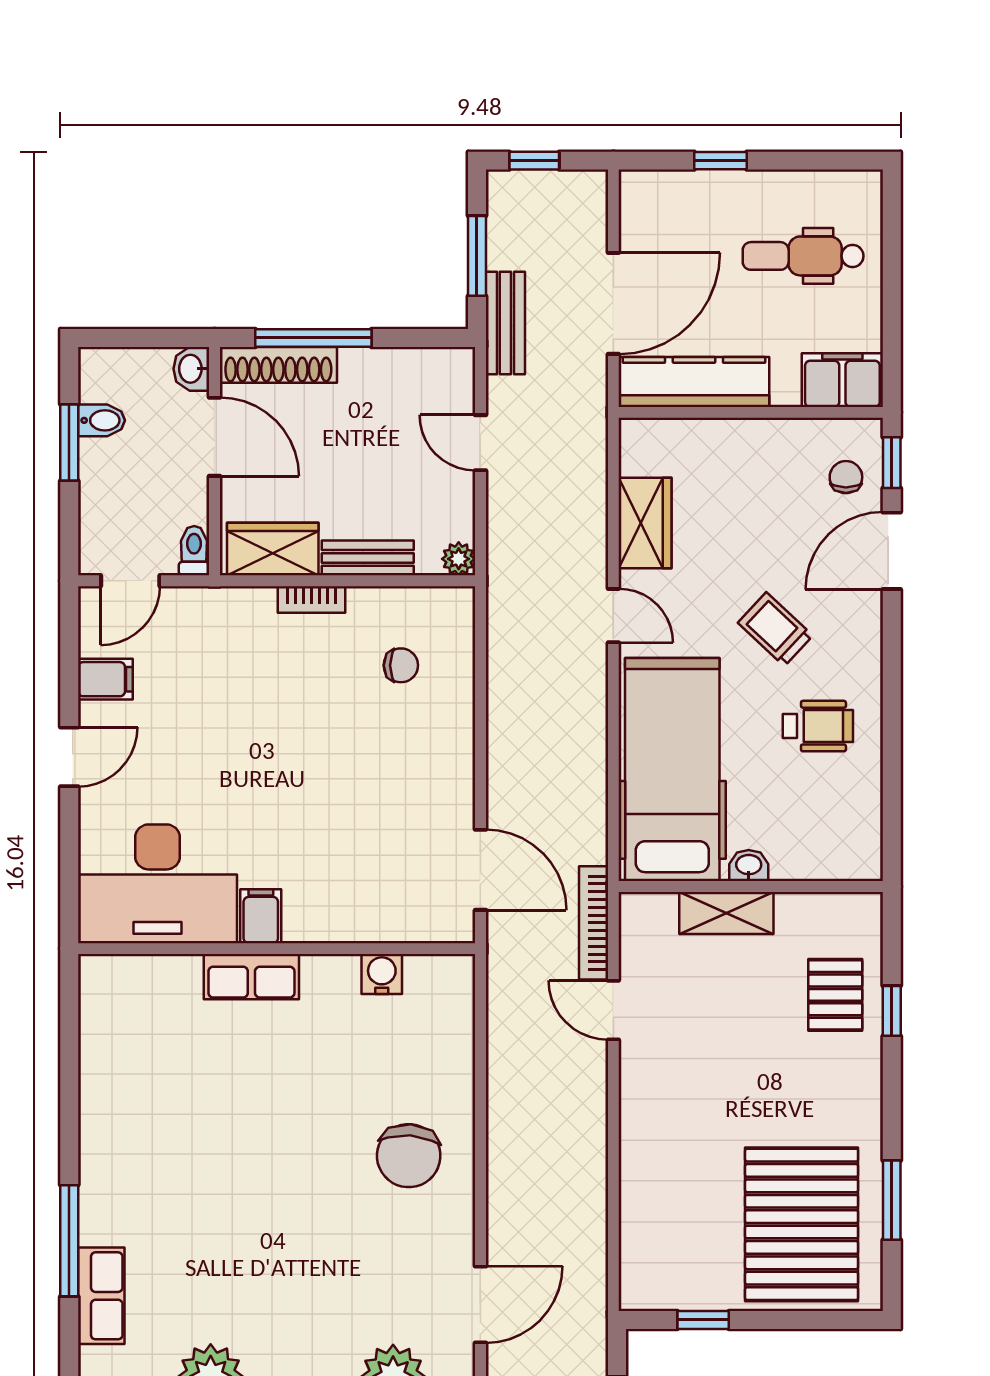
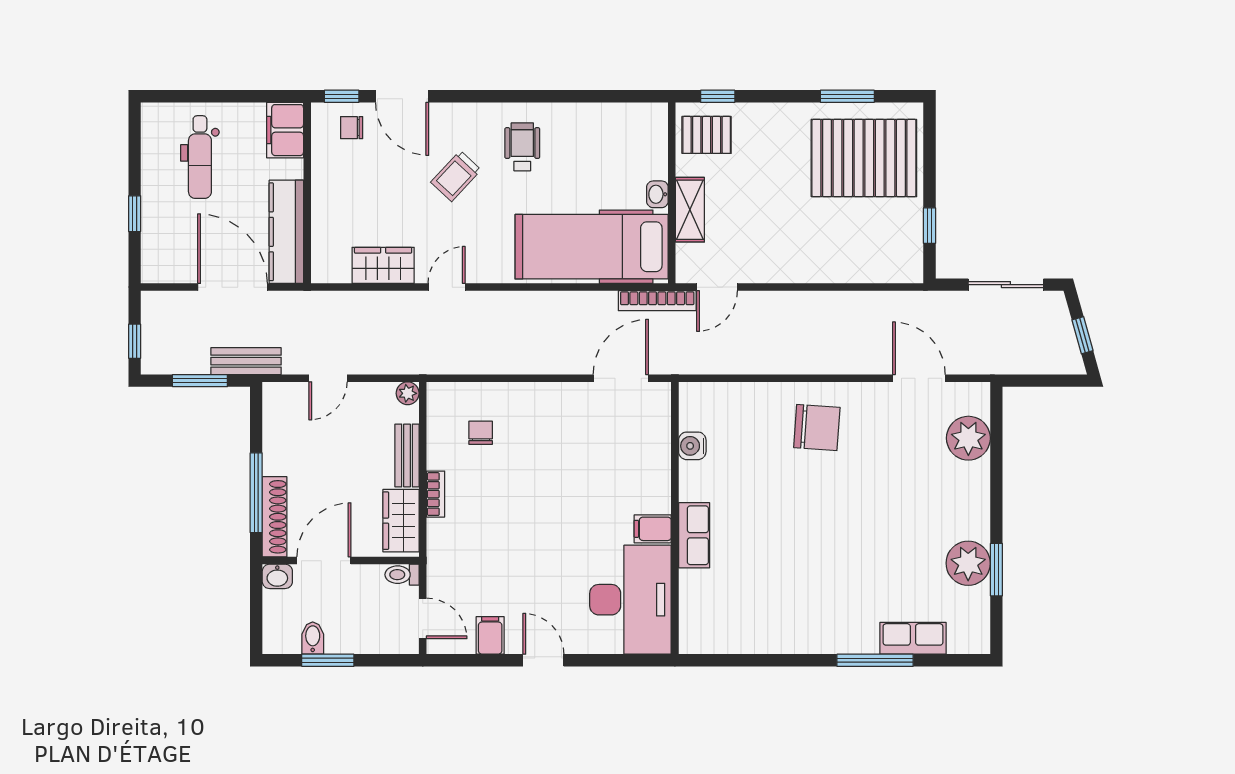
hospital bed: (672, 770) -> (592, 247), moved
washbasin: (749, 866) -> (657, 194), moved
wall: (751, 887) -> (672, 193), moved
shelving: (726, 913) -> (690, 210), moved

